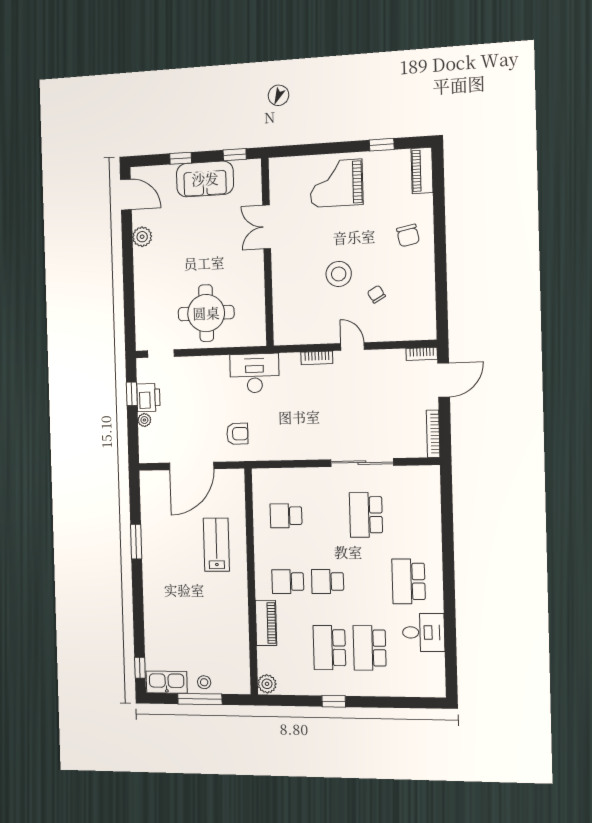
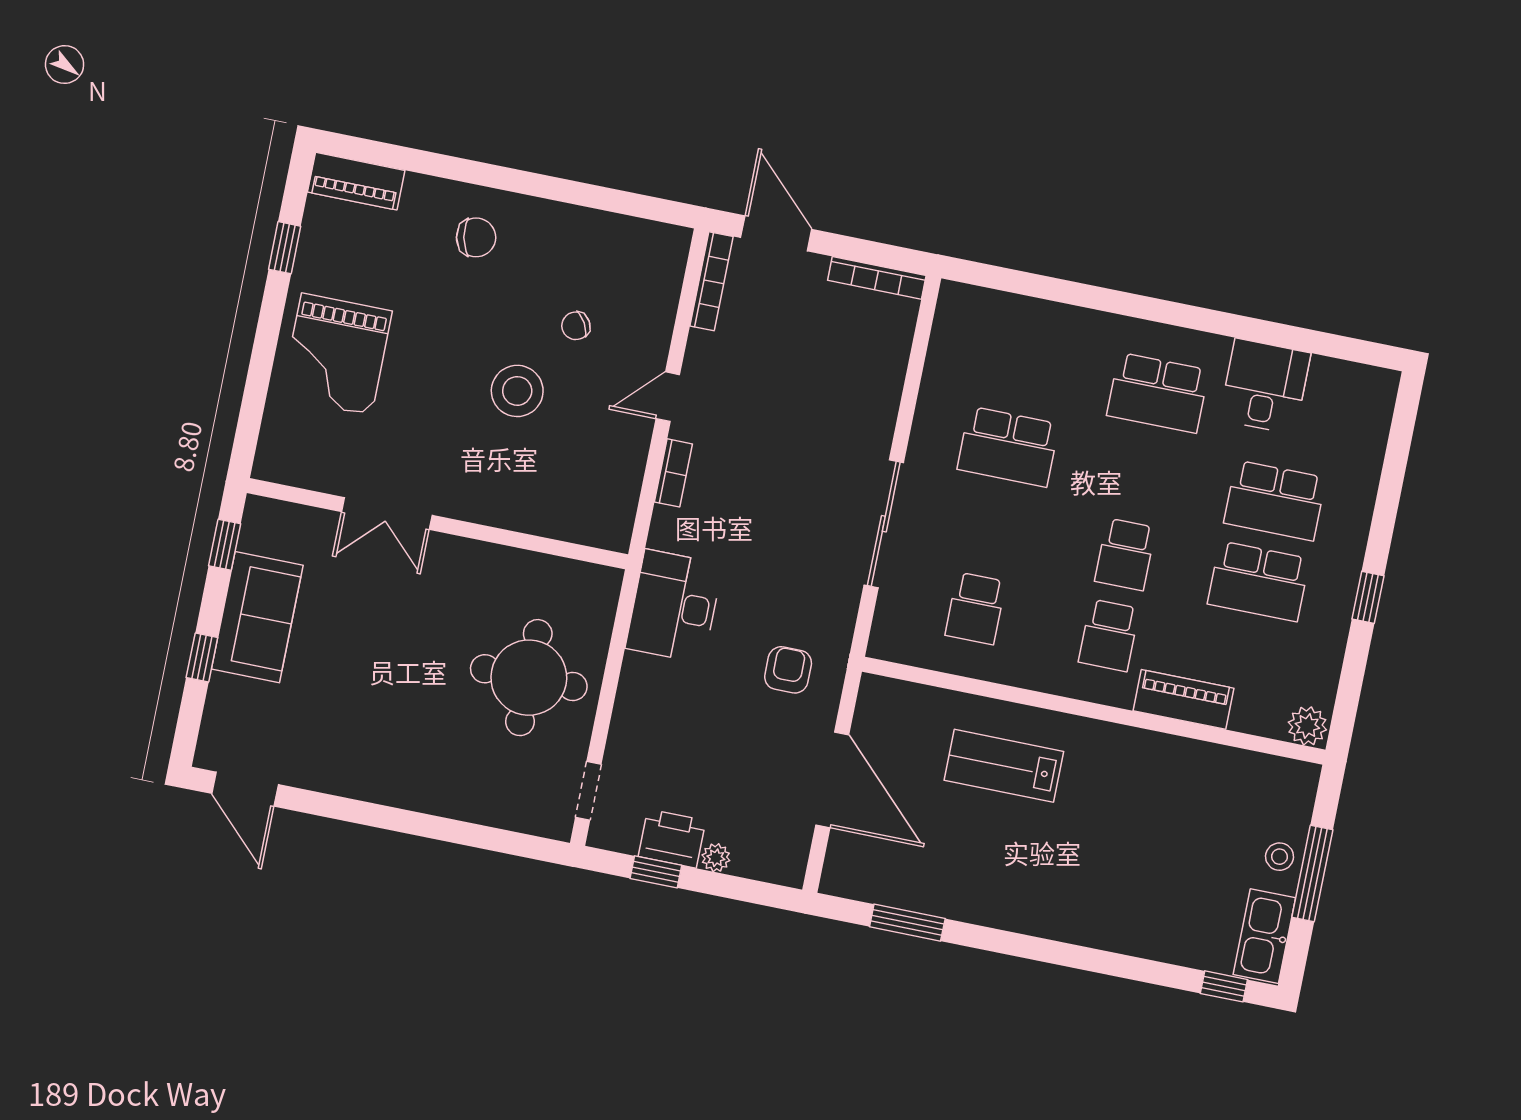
door: (126, 195) -> (245, 789), swing flipped
plant: (142, 237) -> (340, 775), removed
bookcase: (422, 354) -> (711, 281), width x1.56
sliding door: (362, 463) -> (884, 524), moved
window: (136, 542) -> (907, 923), moved

